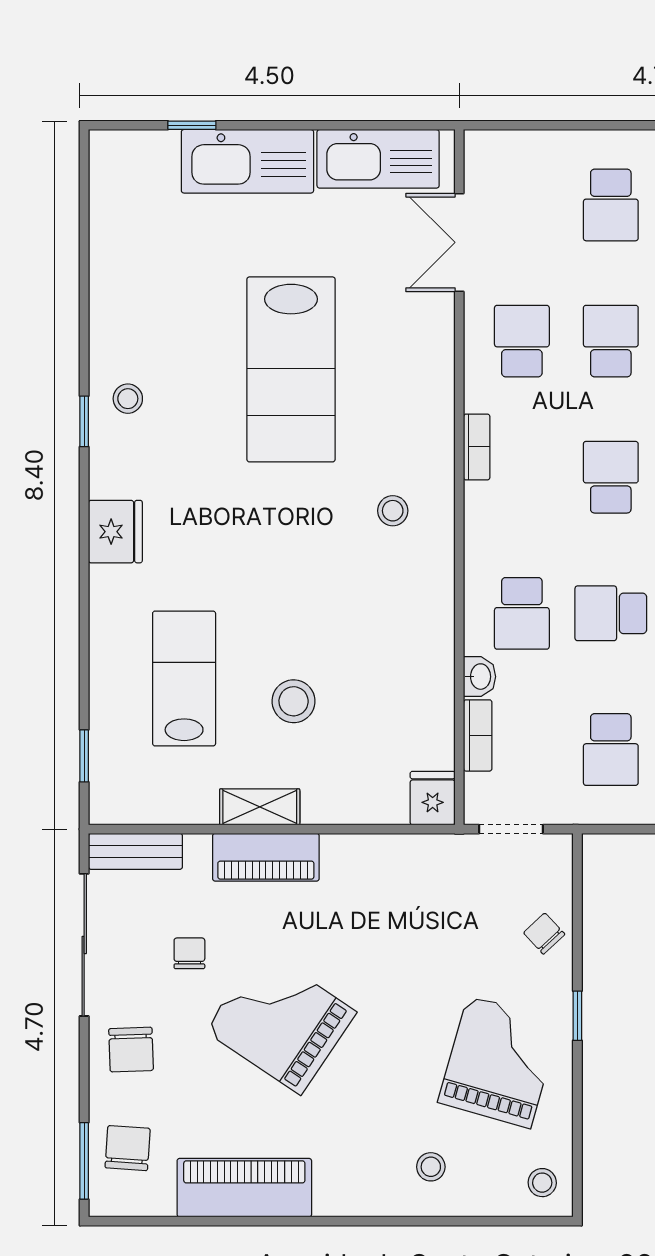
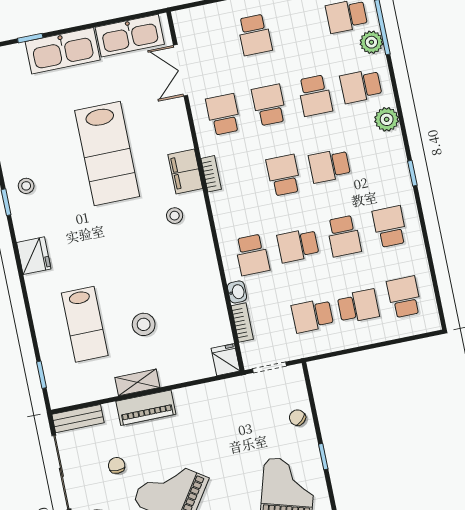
filing cabinet: (429, 433) -> (185, 172), added
lab bench: (184, 678) -> (85, 324), turned 180
school desk: (611, 749) -> (312, 316), turned 90

